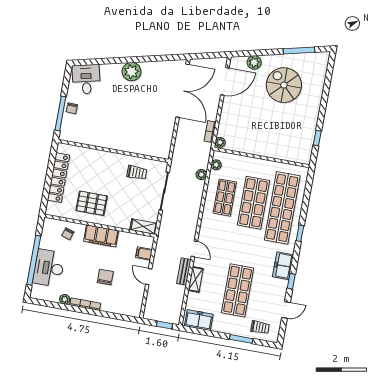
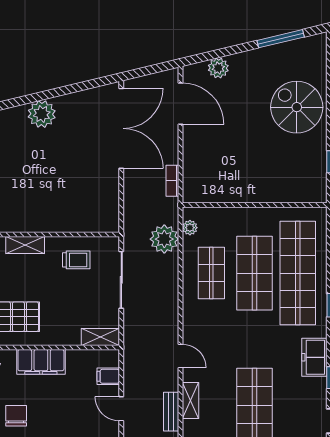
door: (225, 81) -> (181, 104), hinge flipped
spiral stairs: (284, 85) -> (297, 107), moved
plant: (220, 142) -> (190, 194), removed
shelving: (105, 156) -> (25, 245), added
plant: (201, 175) -> (164, 239), width x1.88, depth x1.88
bench: (184, 272) -> (171, 412), moved
chair: (105, 277) -> (16, 416), moved

